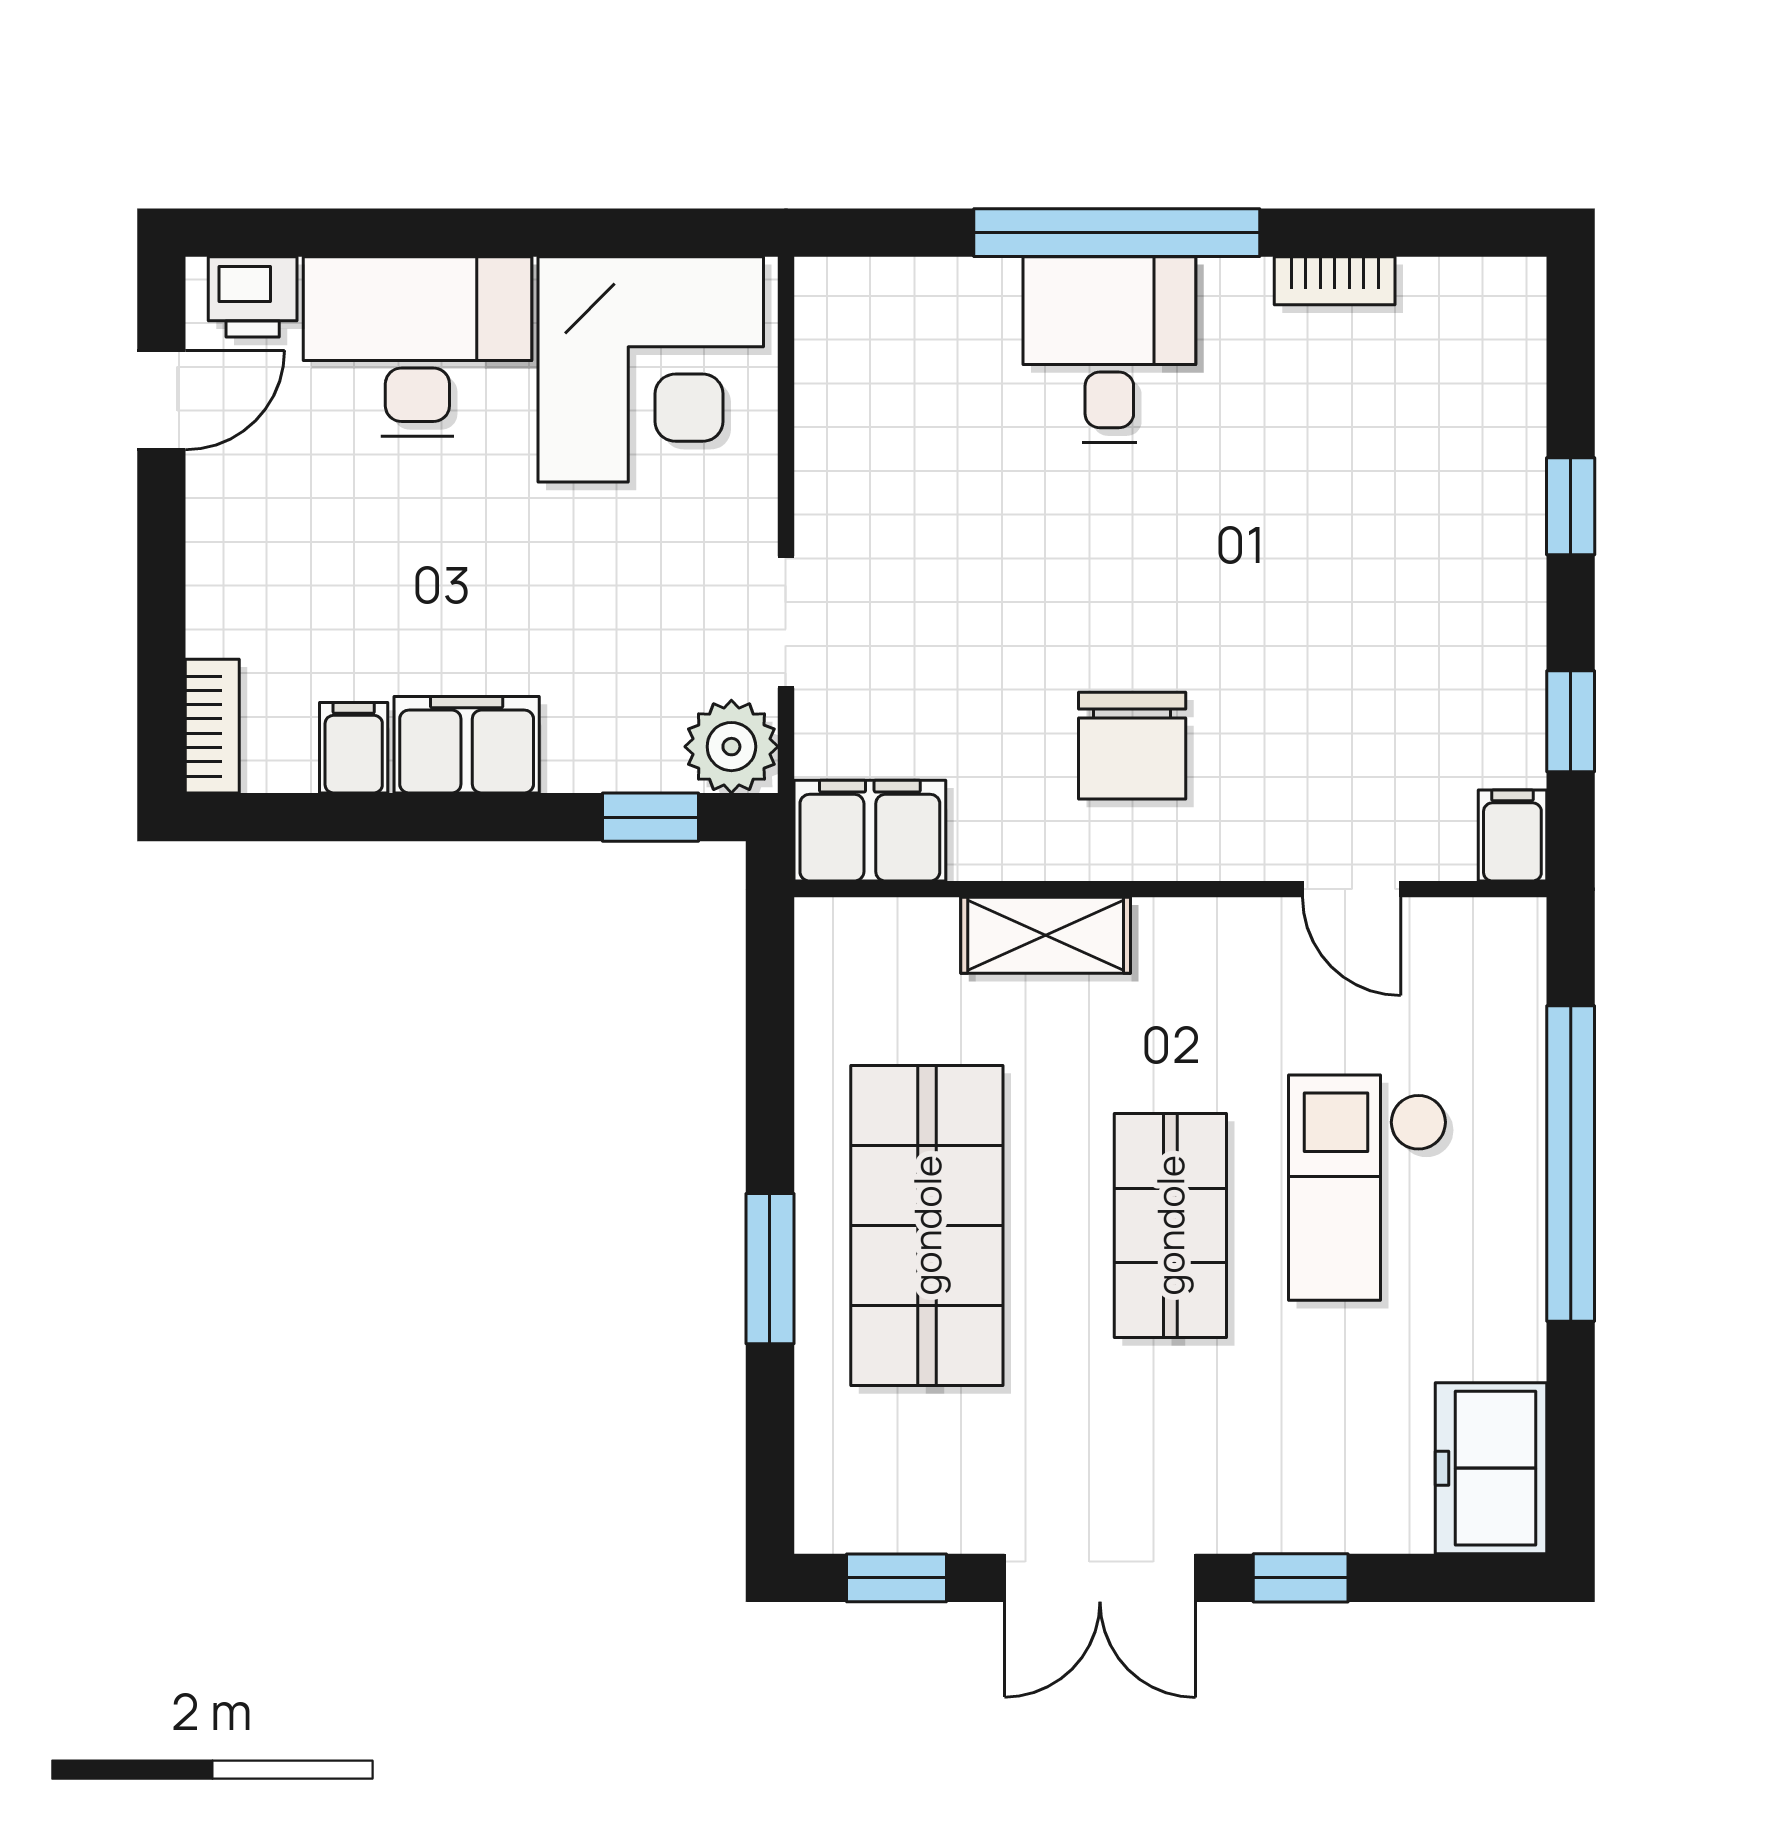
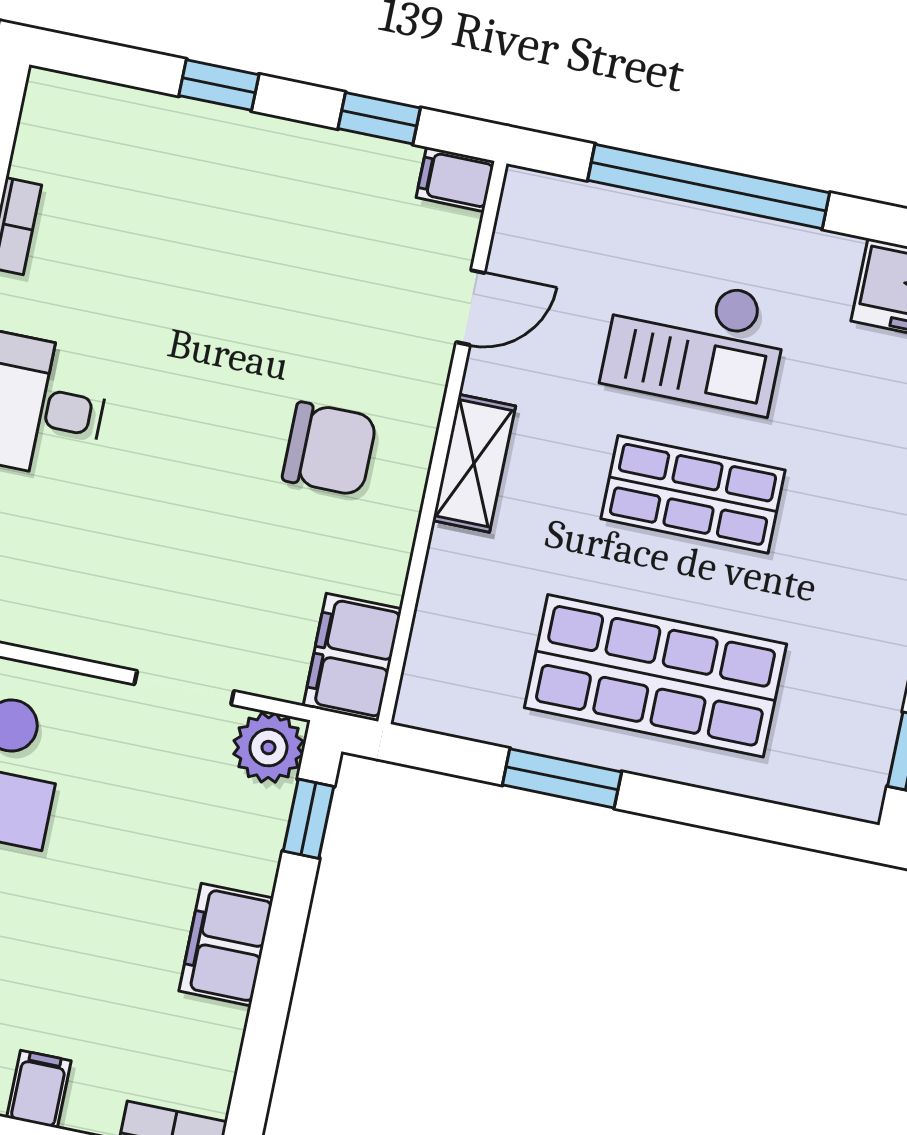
filing cabinet: (354, 748) -> (39, 1089), moved, turned 90
shelving: (1046, 935) -> (474, 463), moved
window: (770, 1269) -> (562, 778), moved

